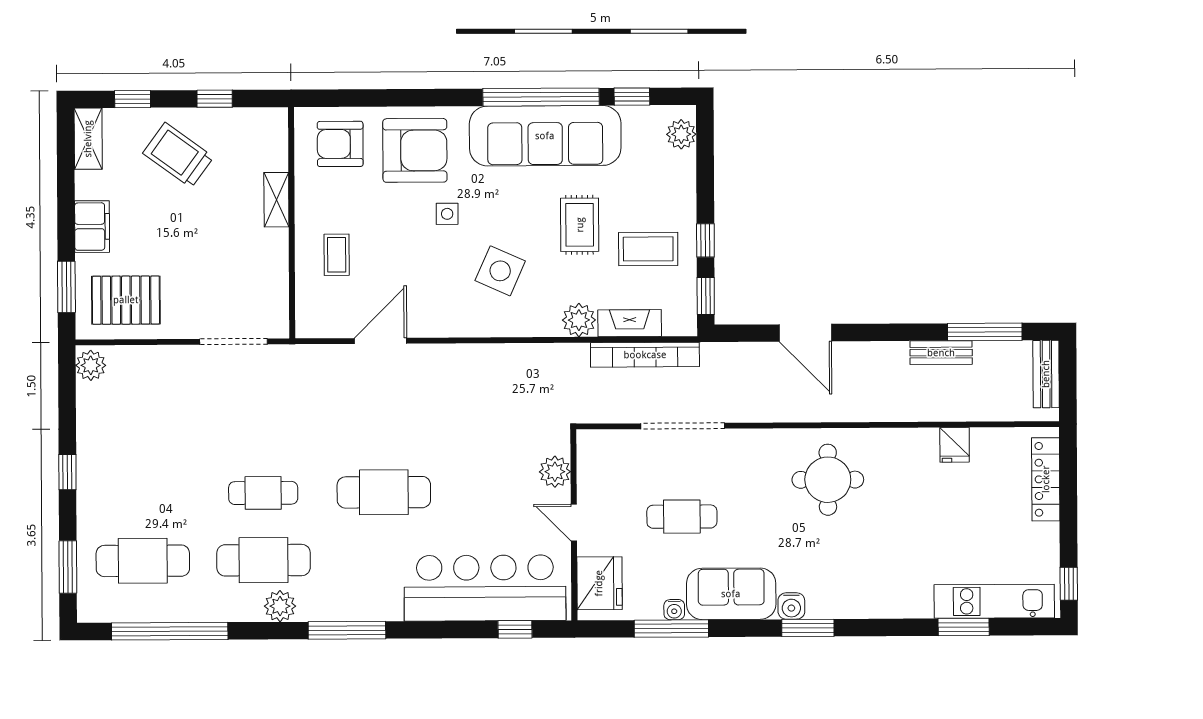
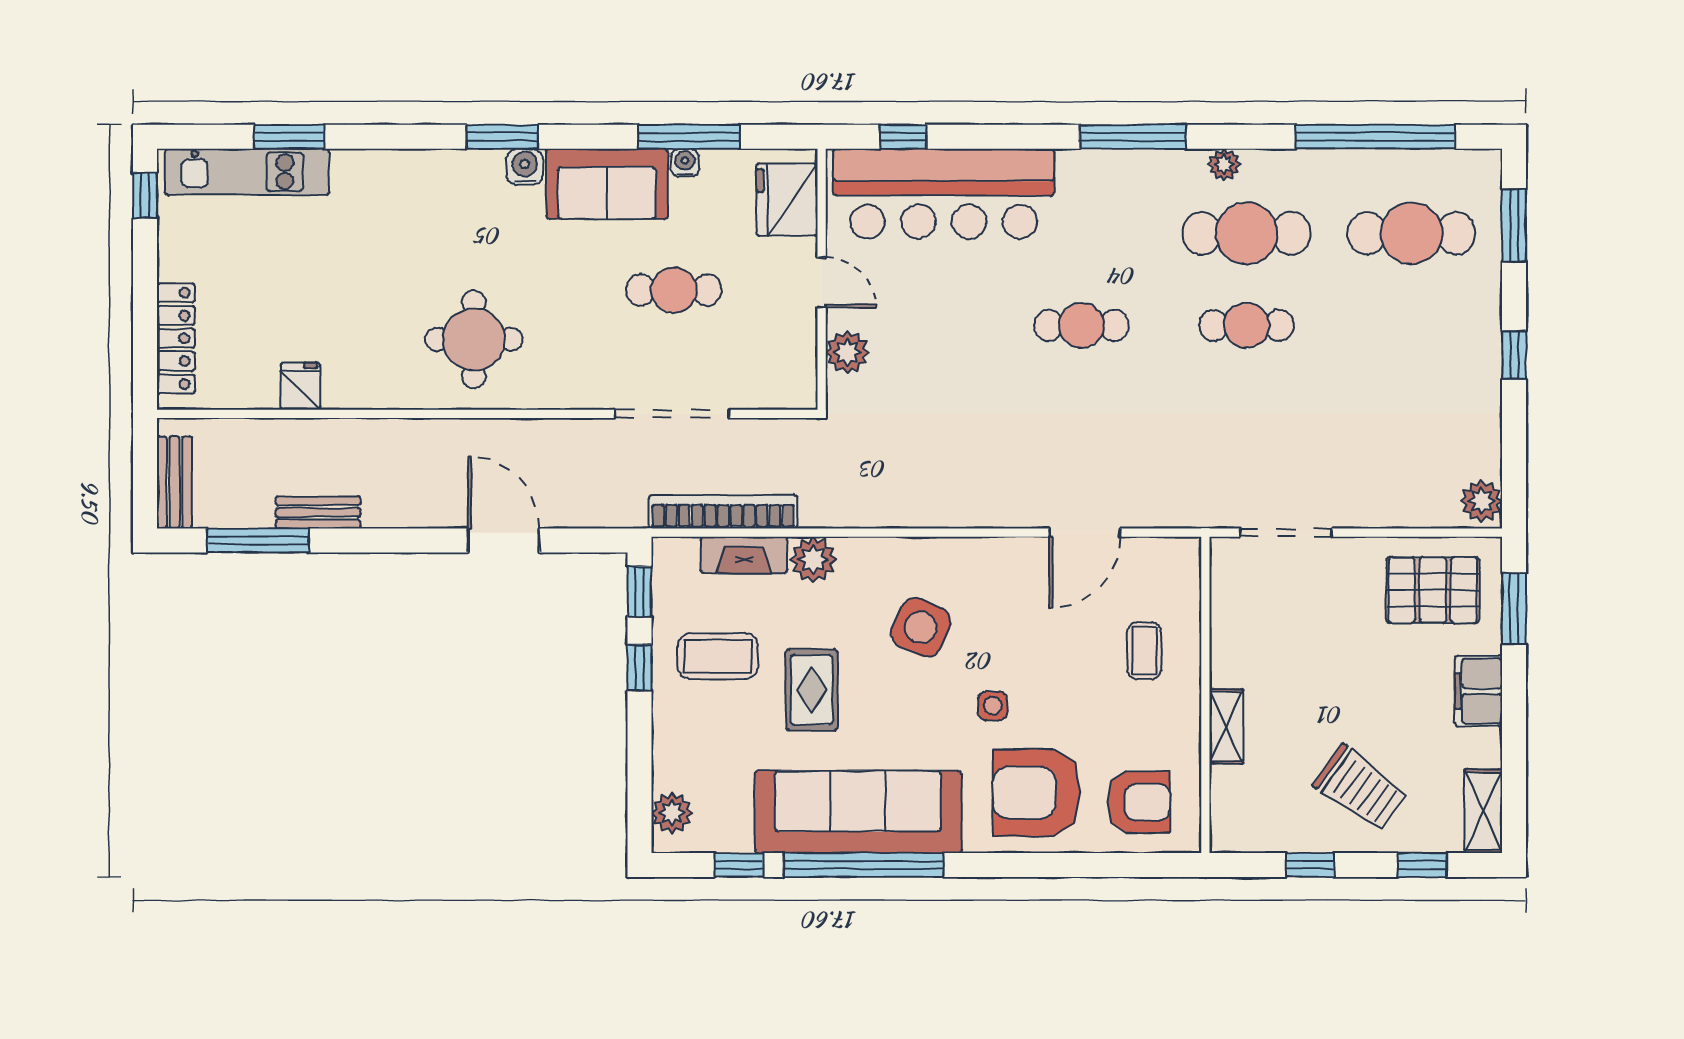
cafe table: (384, 492) -> (1081, 325), width x0.73, depth x0.74
plant: (280, 606) -> (1224, 164), width x0.73, depth x0.73

